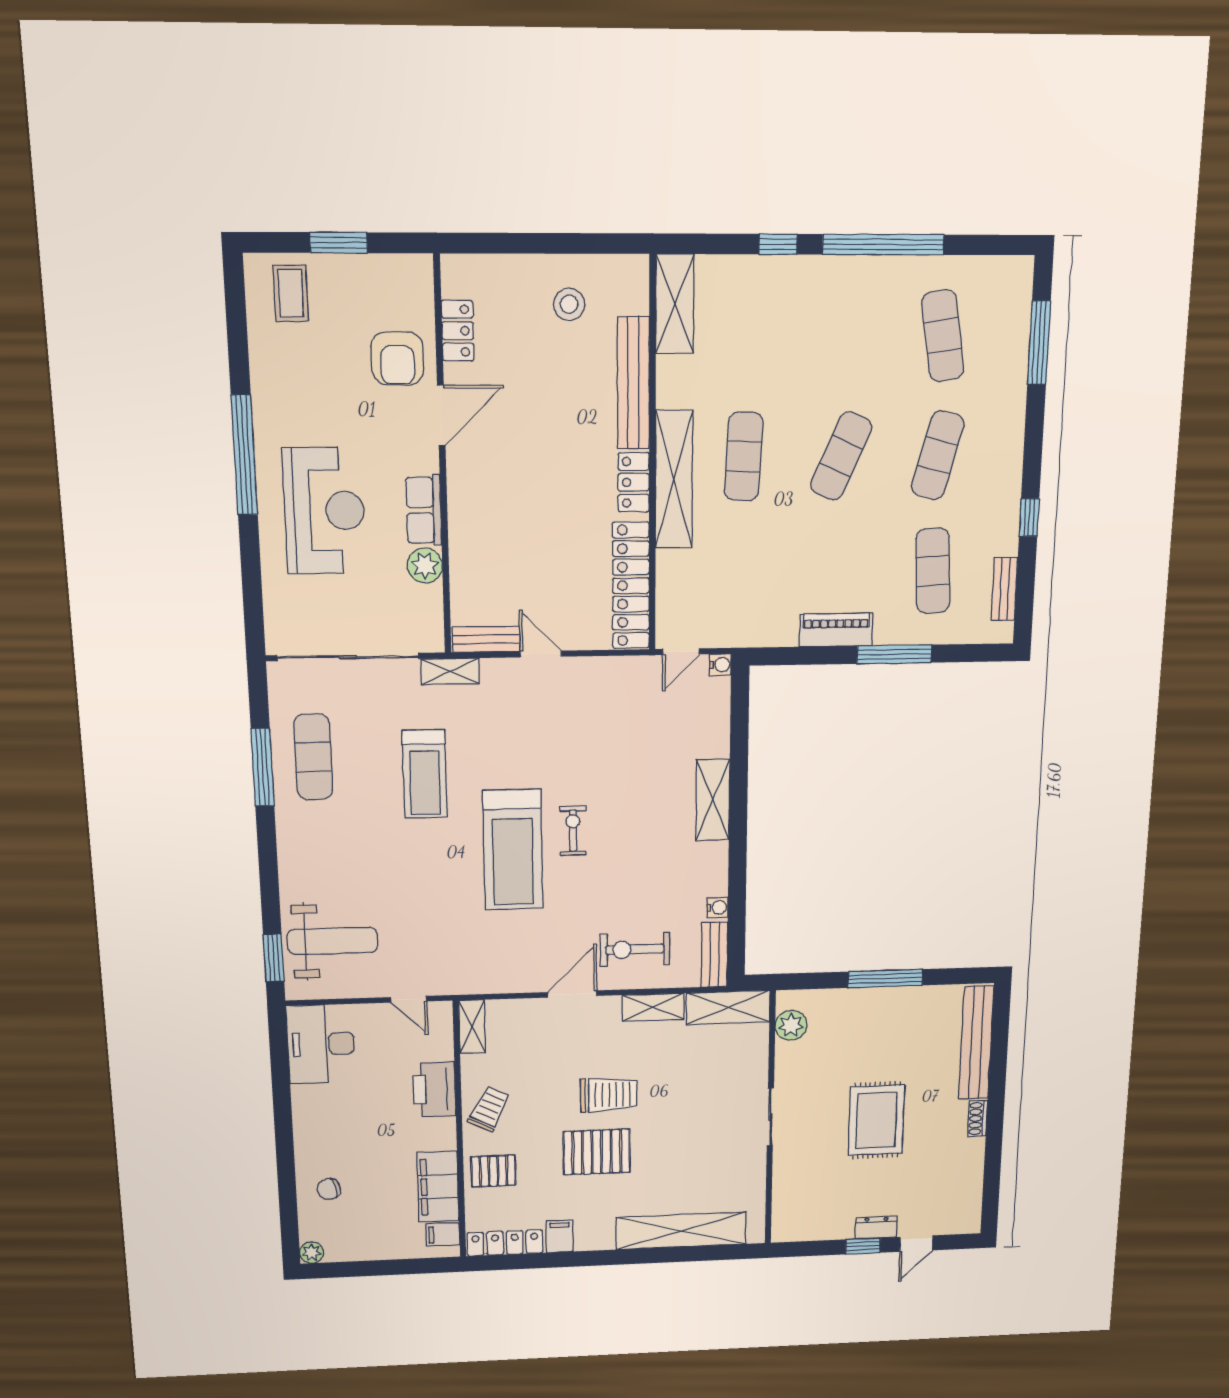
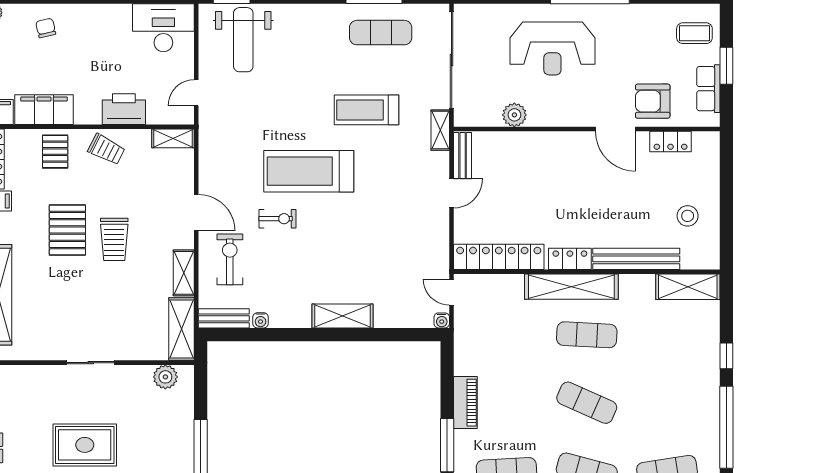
row of seats: (424, 510) -> (708, 89), moved, turned -90
exercise bike: (573, 831) -> (277, 219), moved

